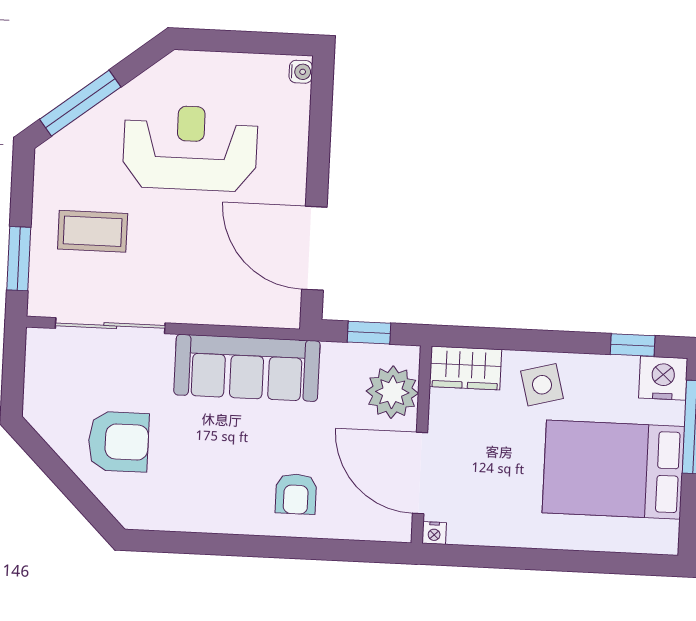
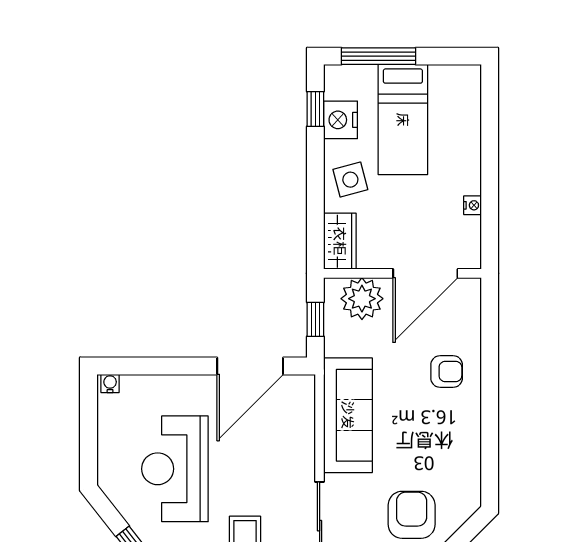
nightstand: (663, 378) -> (341, 120), moved
bed: (613, 470) -> (403, 120), width x0.67
nightstand: (434, 533) -> (473, 205), moved

